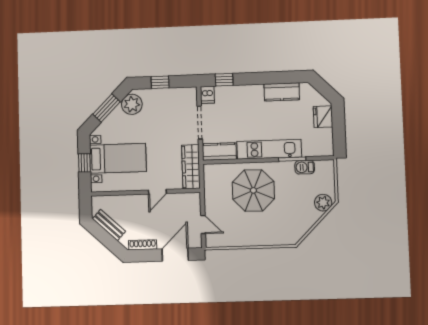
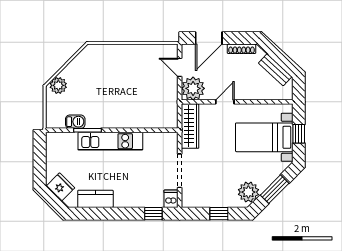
fridge: (323, 117) -> (61, 187), moved, turned -45
kitchen counter: (219, 152) -> (161, 141), removed
parasol: (253, 190) -> (128, 100), removed
plant: (189, 204) -> (193, 88), added

